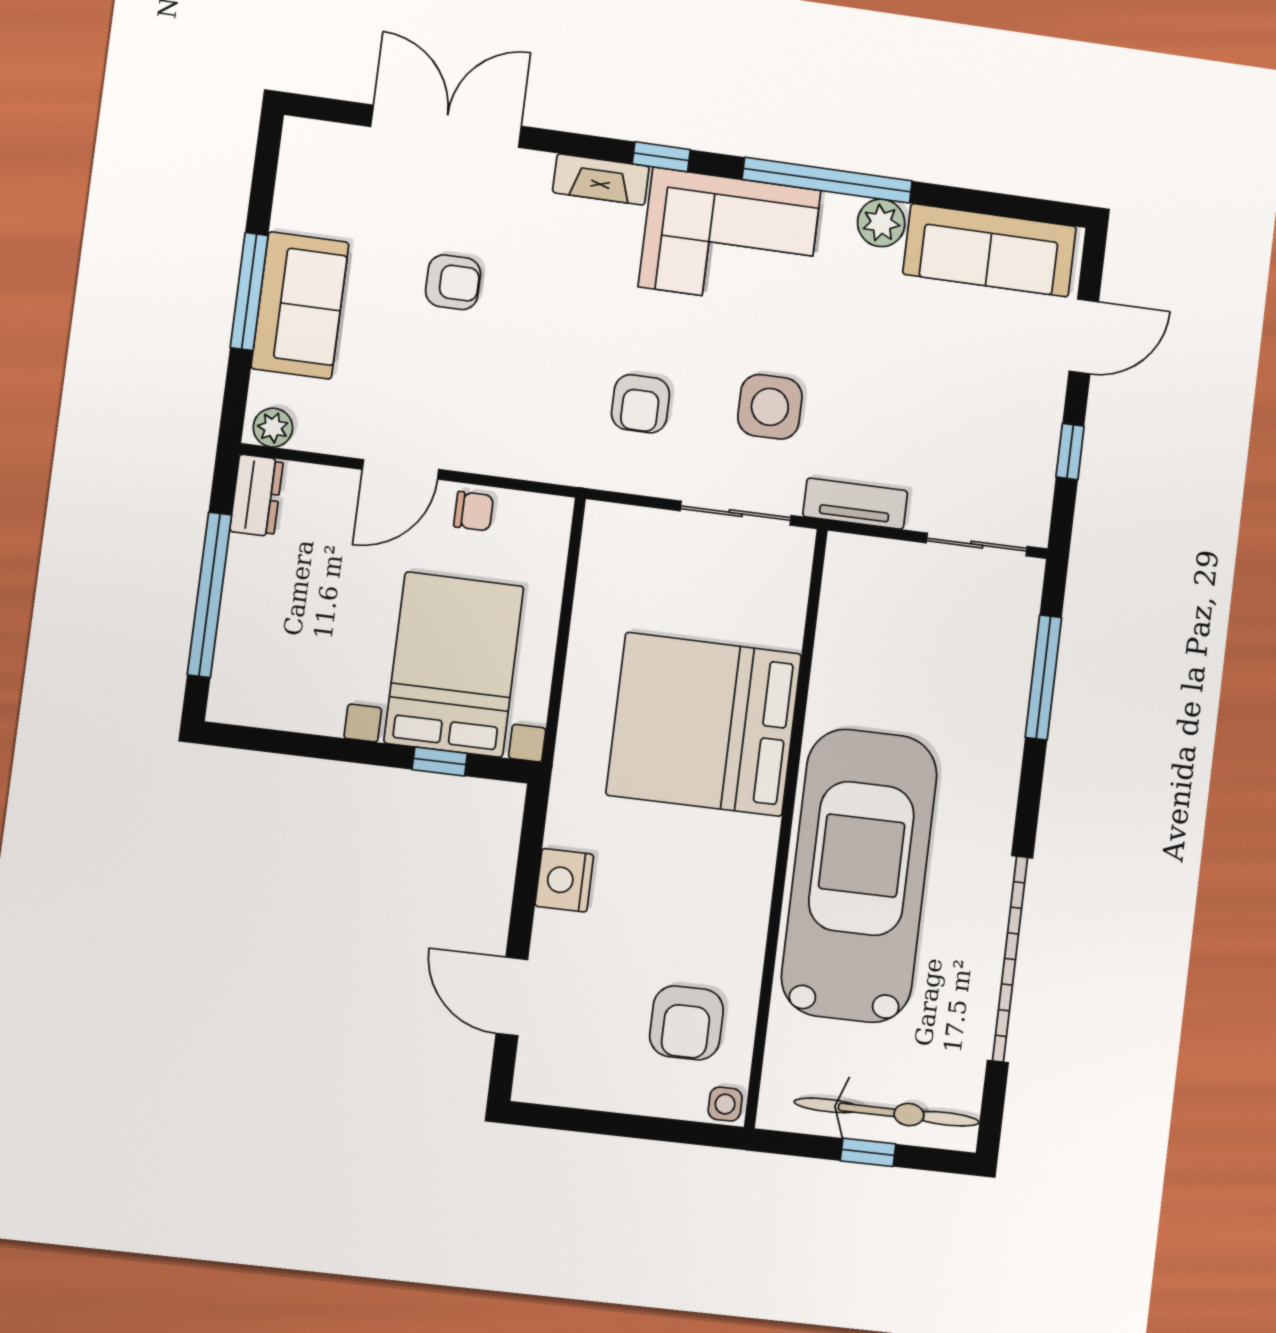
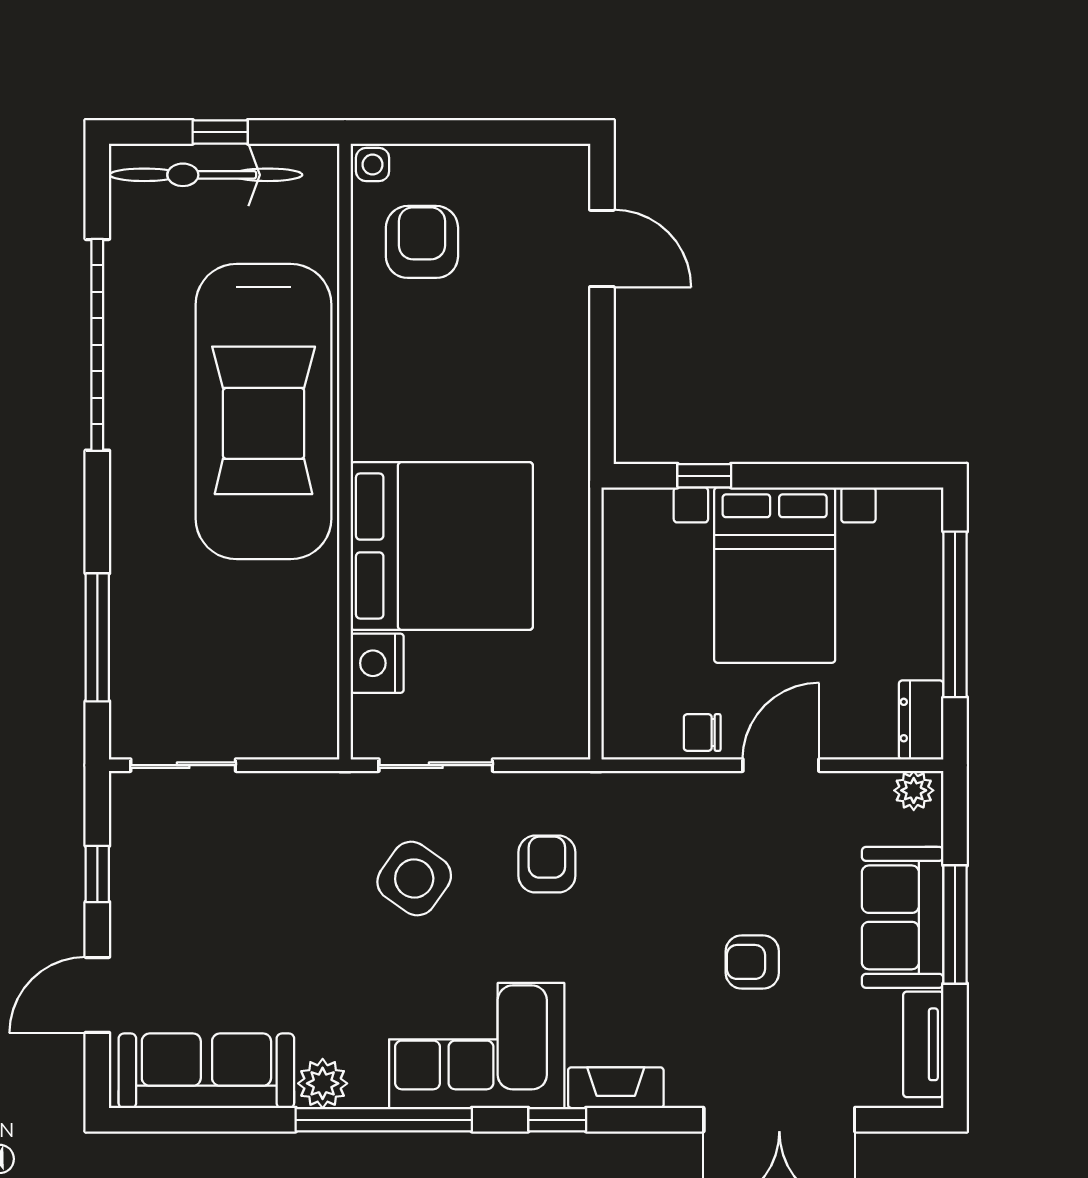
side table: (770, 407) -> (414, 879), turned 35
tv unit: (855, 504) -> (923, 1044), moved, turned 90
bed with nightstands: (454, 665) -> (775, 575), moved
nightstand: (564, 880) -> (377, 663), moved, turned 180

